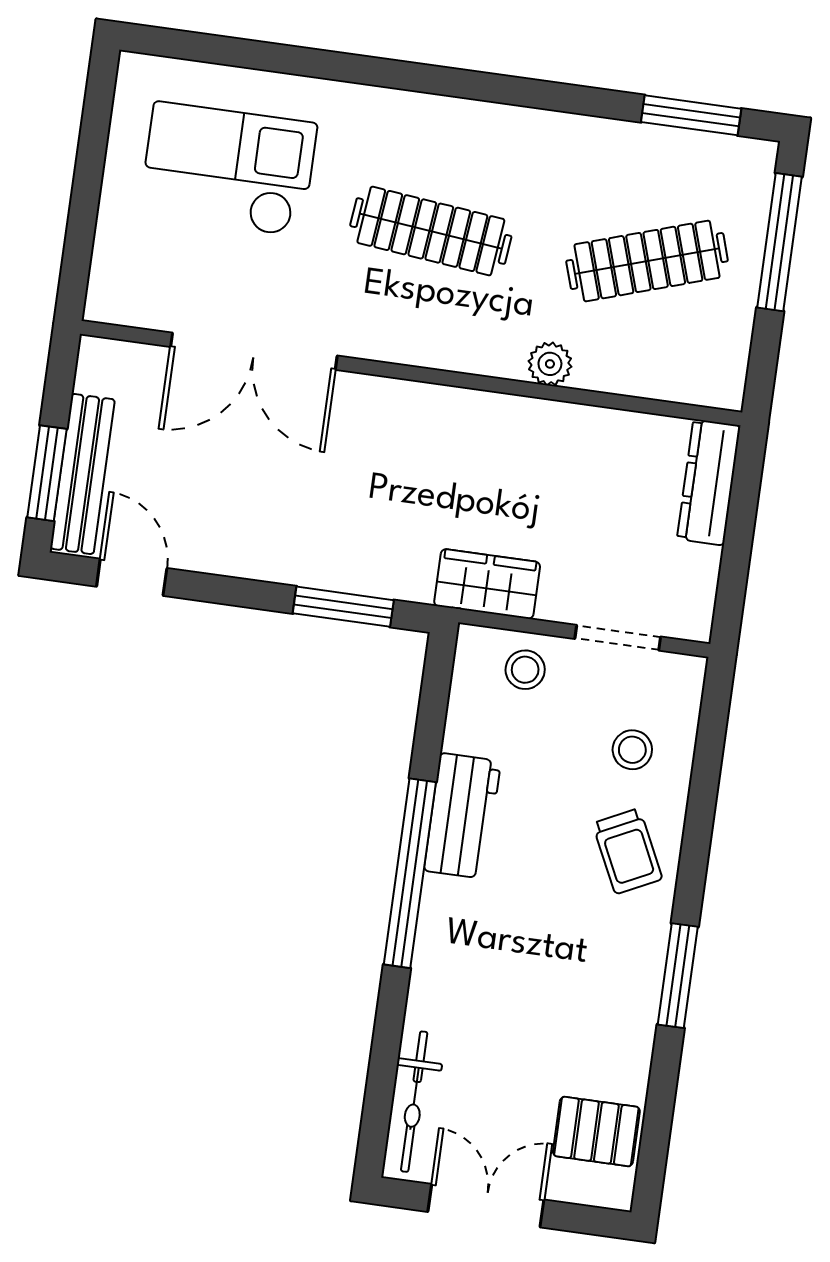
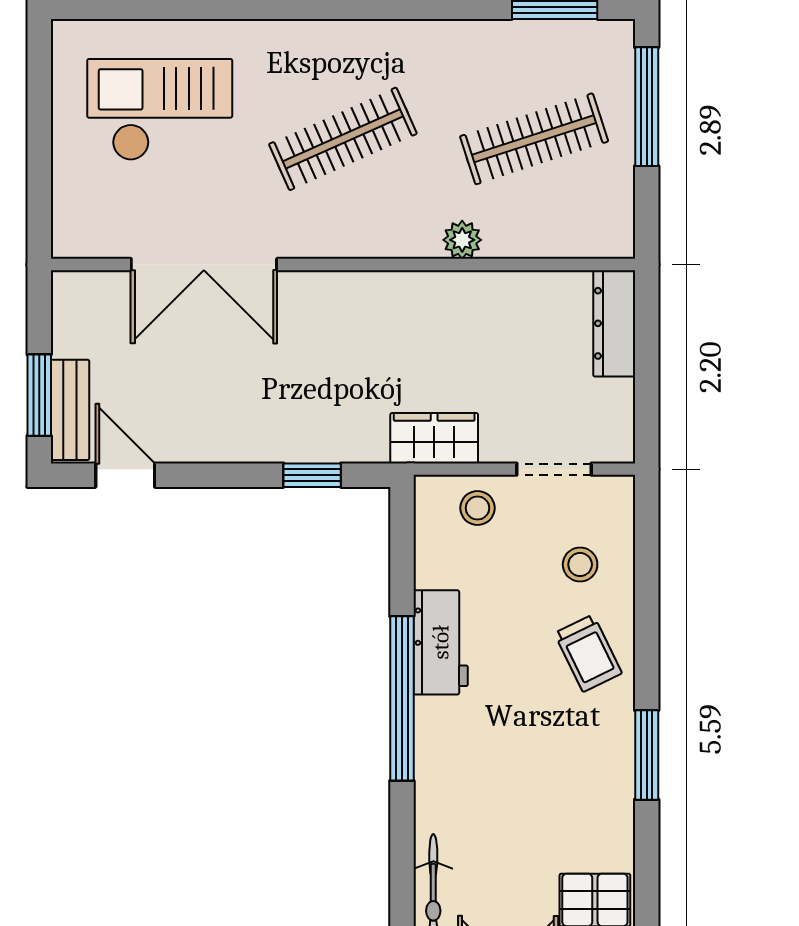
clothes rail: (431, 231) -> (343, 139), turned -30
bench: (82, 474) -> (70, 410), width x0.73
window: (343, 607) -> (312, 475), width x0.67

